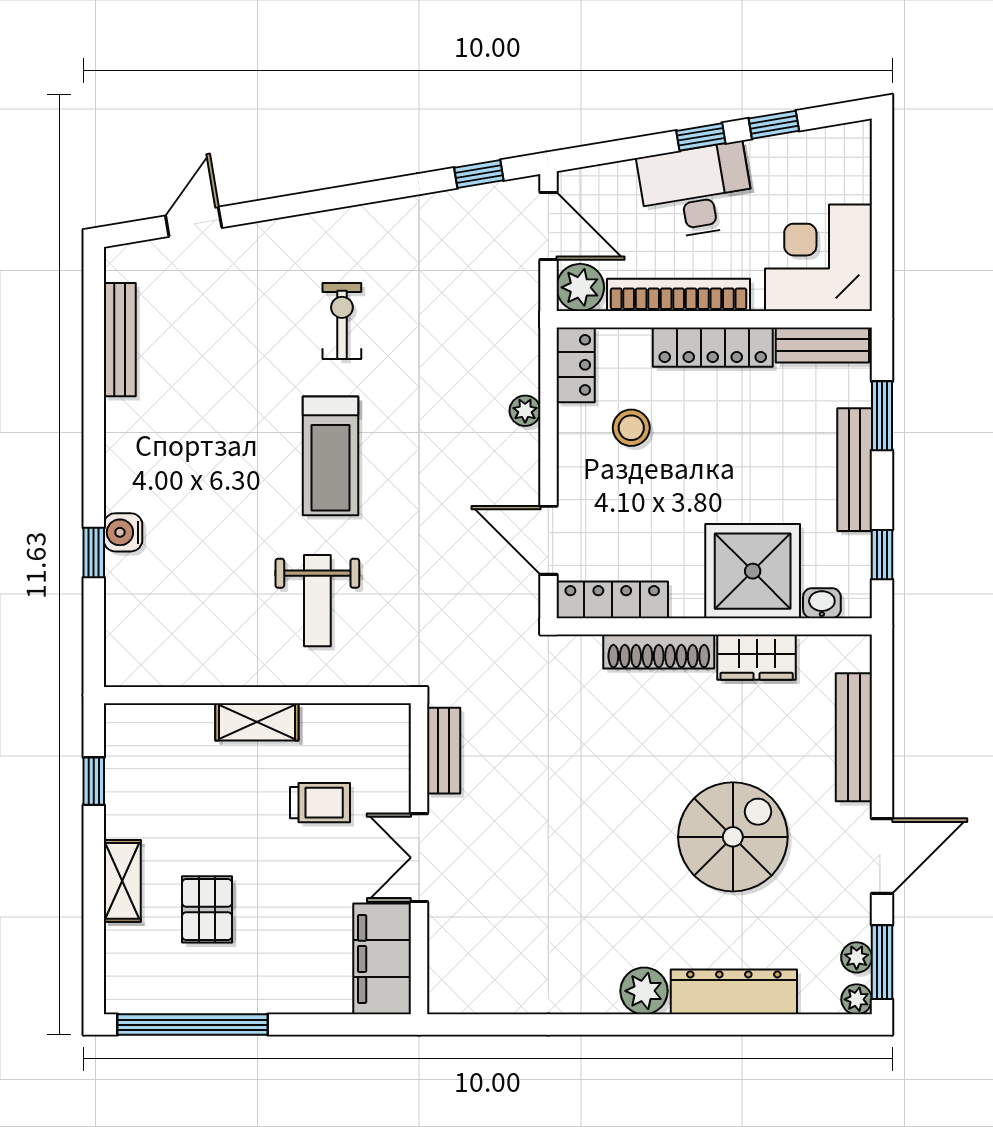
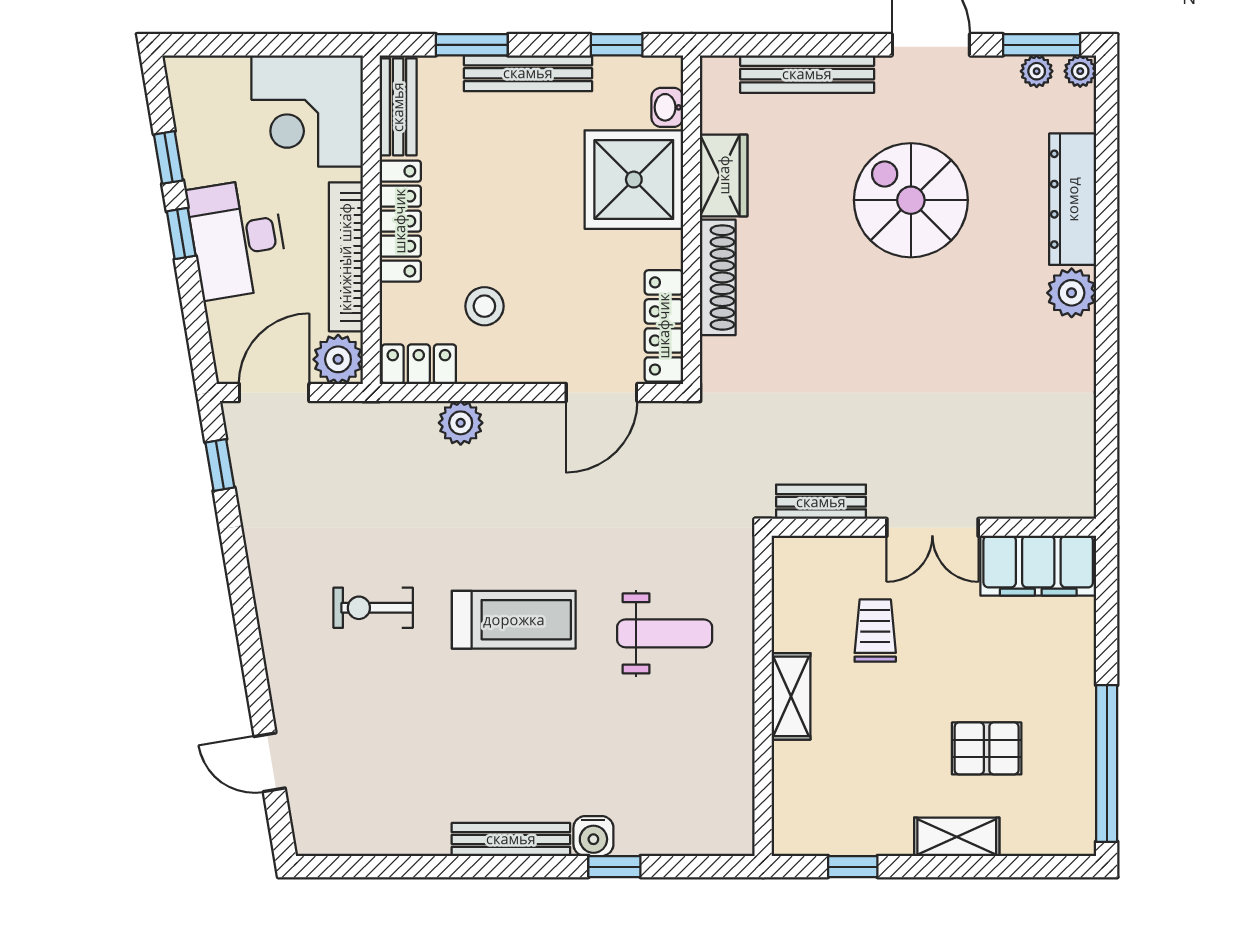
bench: (120, 340) -> (511, 839), moved
plant: (525, 411) -> (461, 423), width x1.38, depth x1.38

